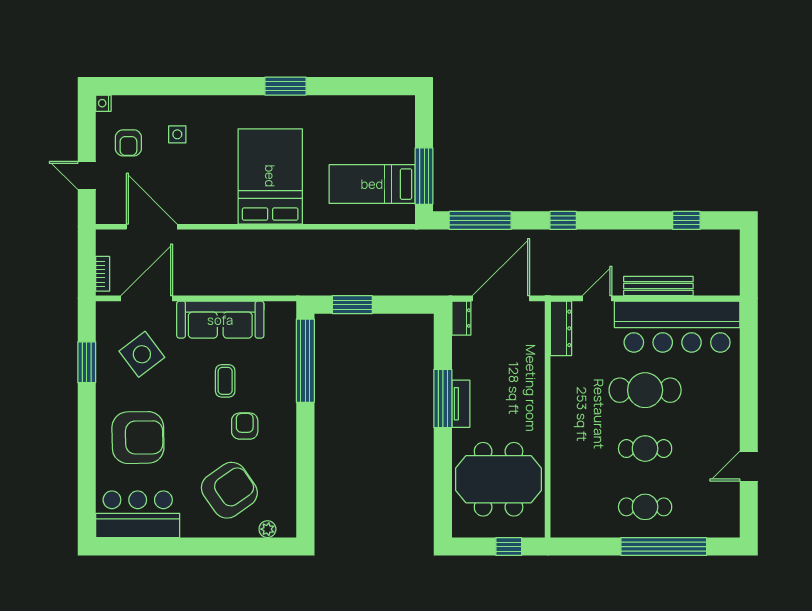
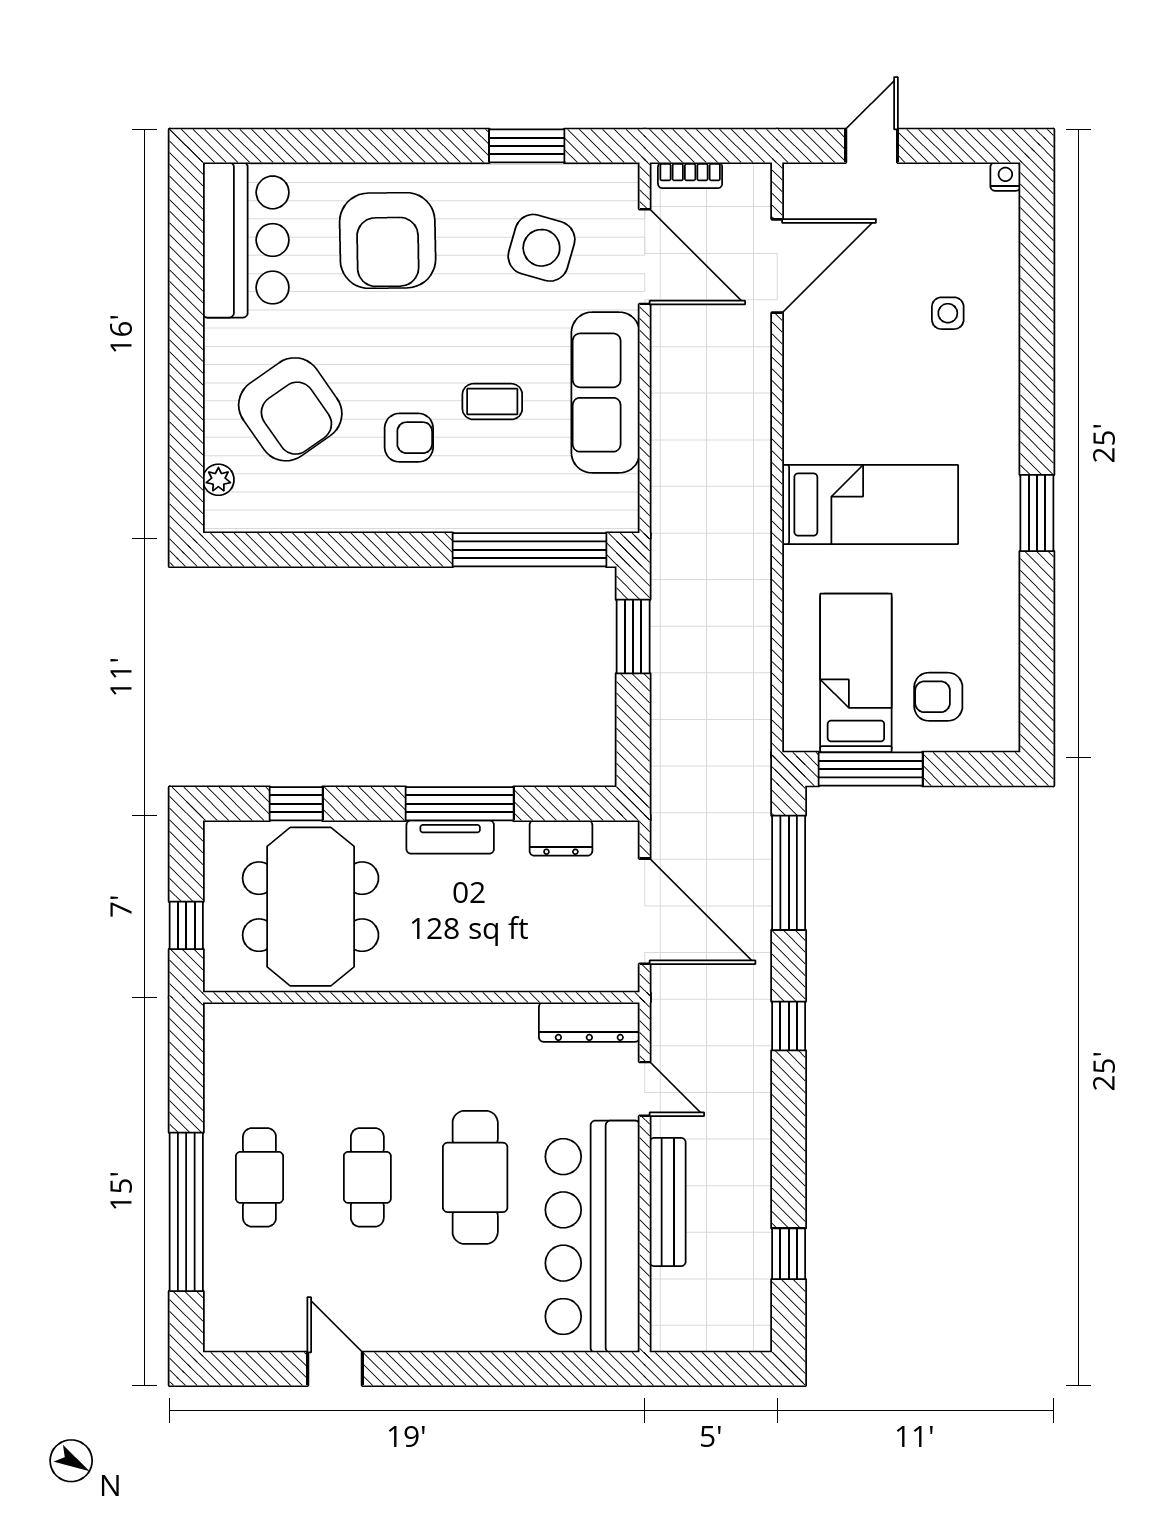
armchair: (128, 143) -> (938, 697), moved
bed: (270, 176) -> (870, 505), width x0.67
dresser: (461, 318) -> (561, 838), moved
side table: (142, 354) -> (541, 248), turned -37
window: (443, 487) -> (296, 804), added

